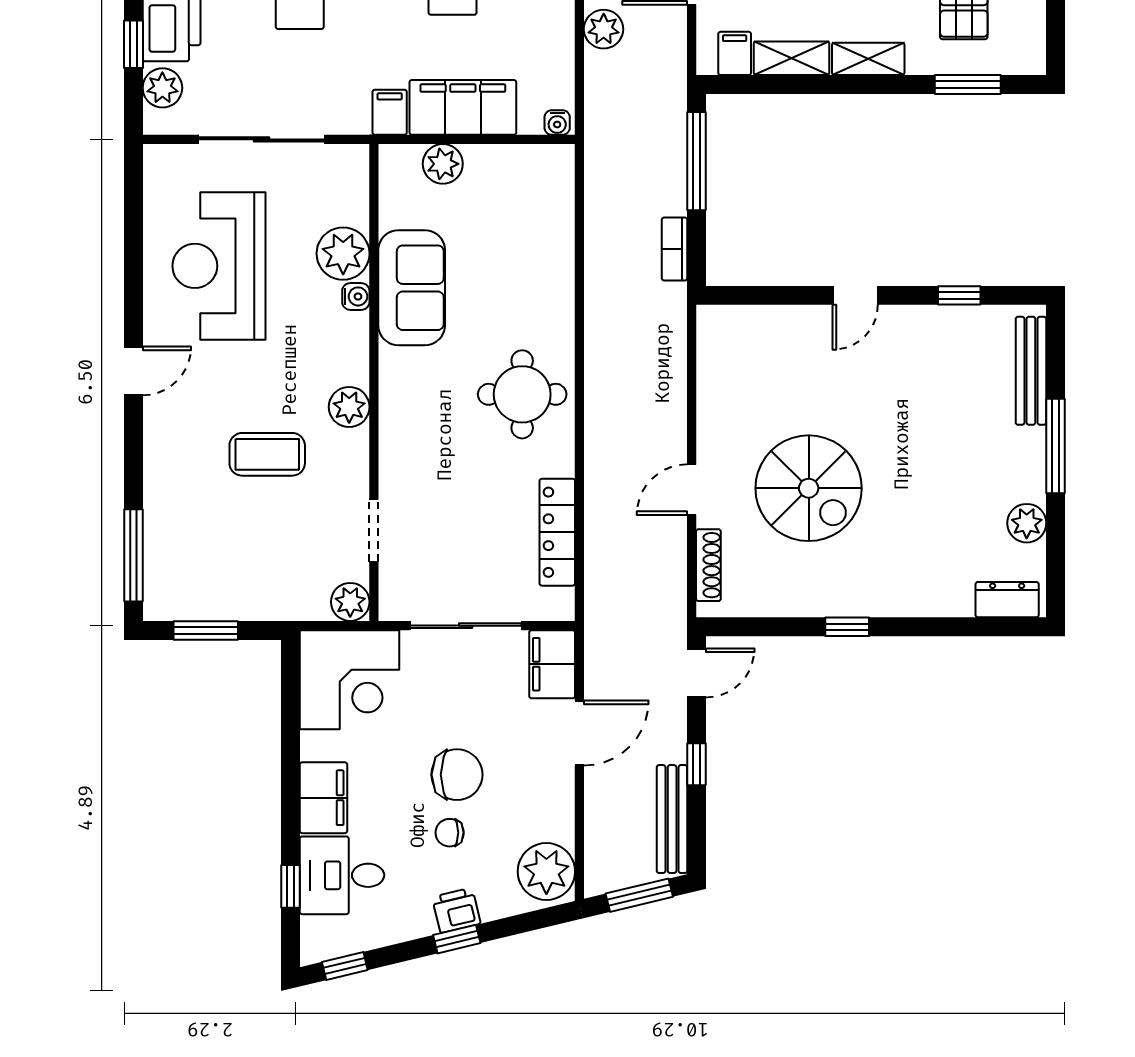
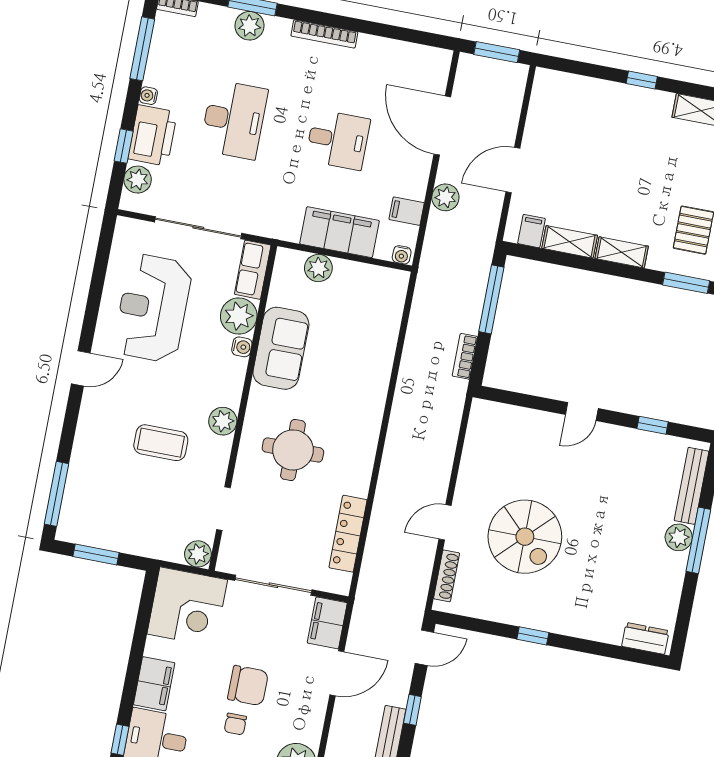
filing cabinet: (390, 112) -> (407, 211), moved, turned -90
row of seats: (350, 184) -> (253, 270), added
round table: (522, 394) -> (293, 450), moved
plant: (1027, 523) -> (679, 537), moved
chair: (450, 833) -> (235, 724), turned -90

